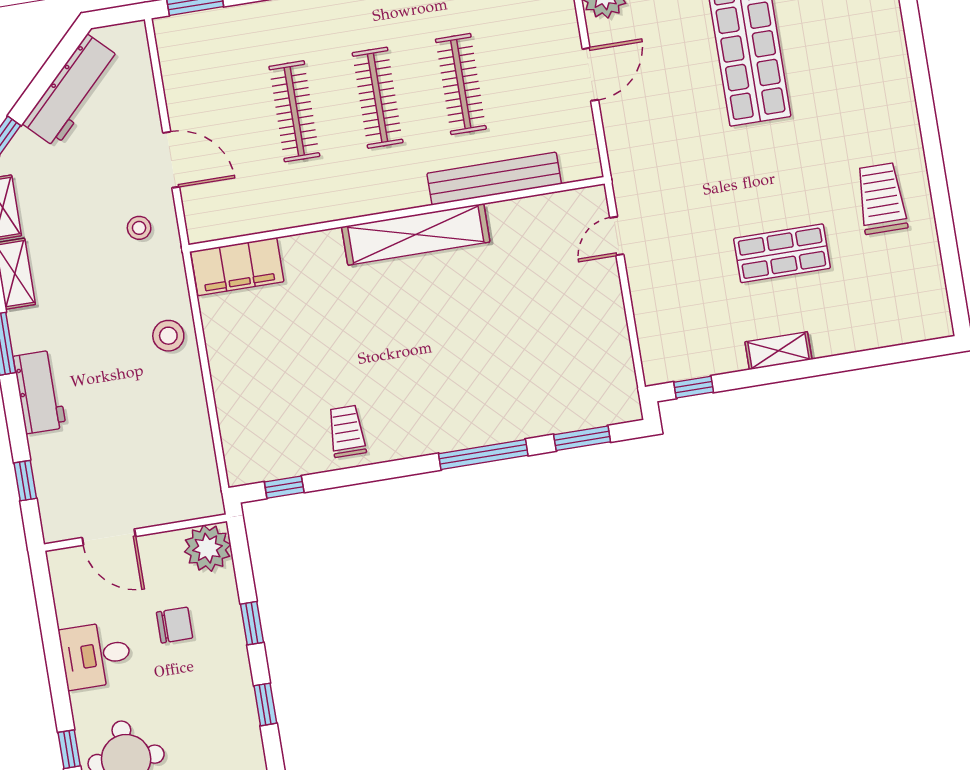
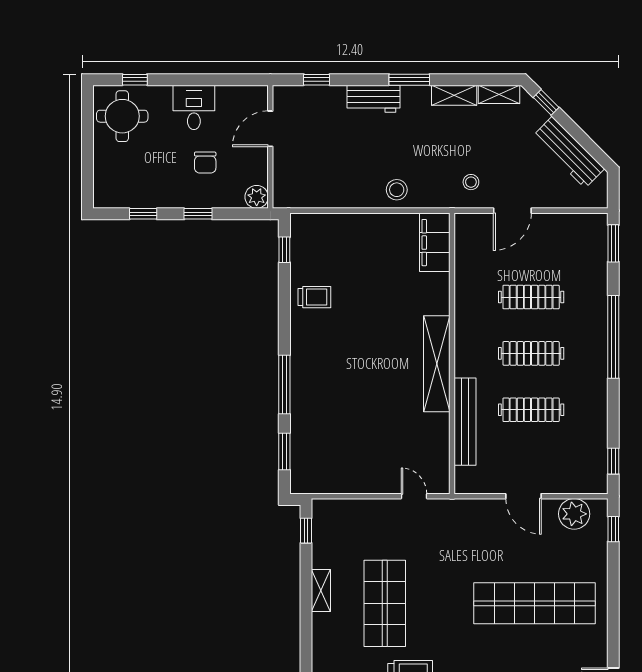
shop shelf: (782, 253) -> (385, 603), width x1.43, depth x1.36
plant: (208, 548) -> (257, 197), width x0.73, depth x0.73

